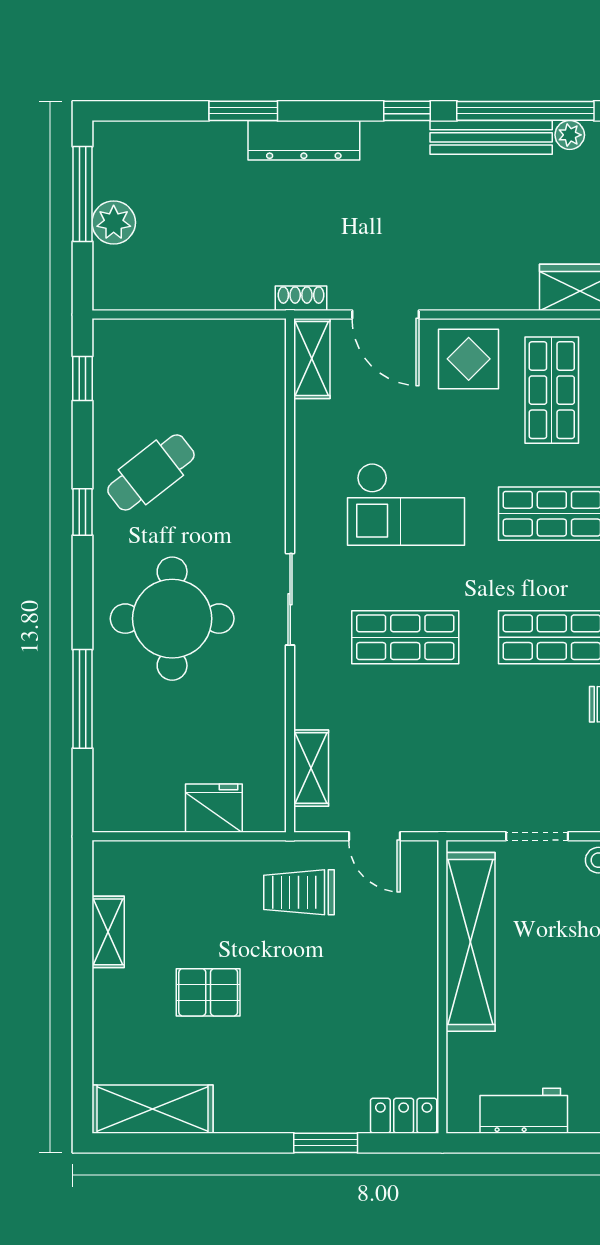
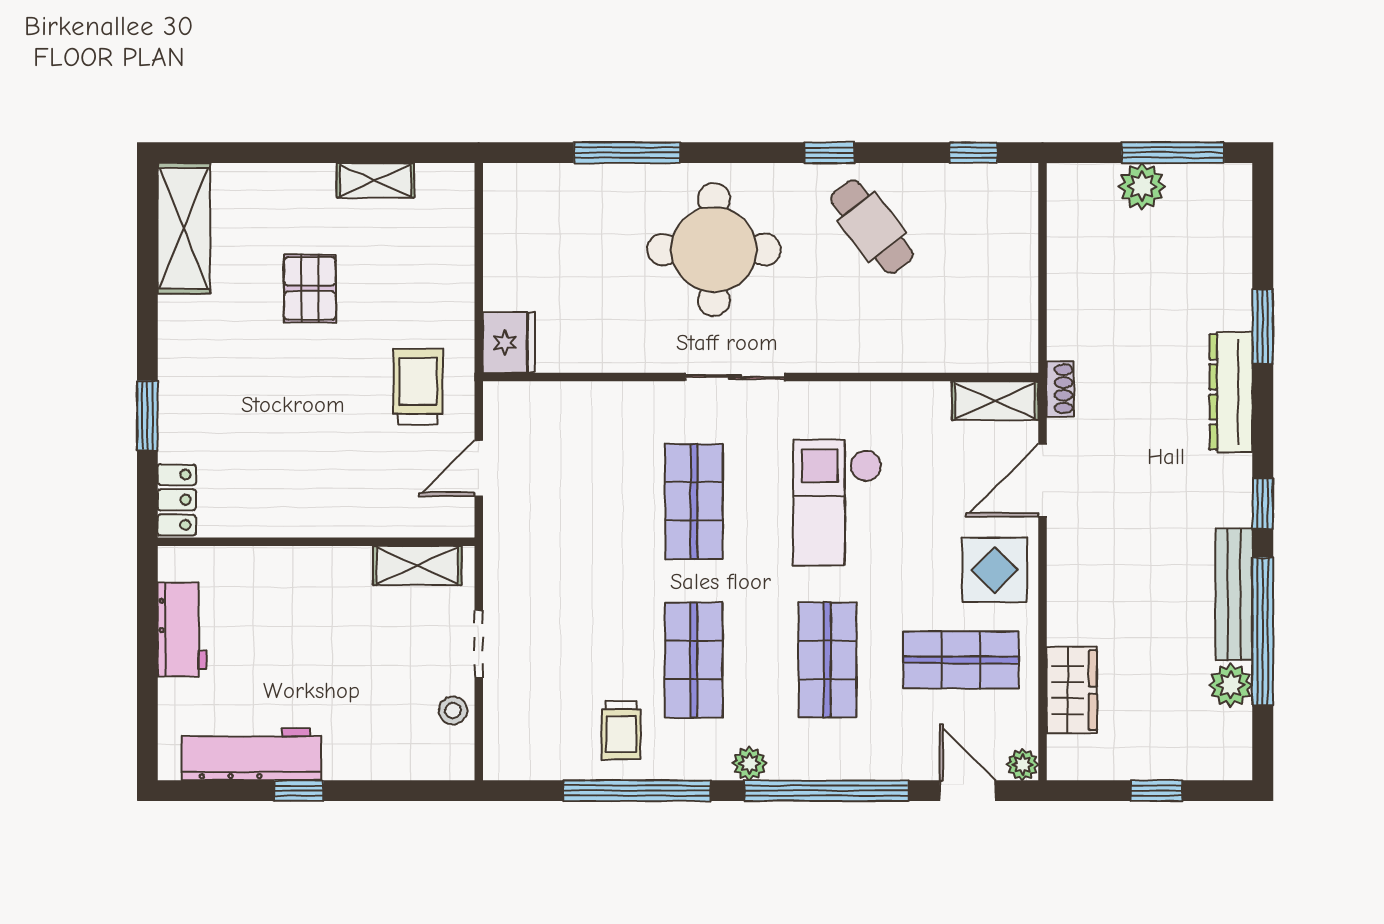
plant: (570, 135) -> (1231, 685), width x1.38, depth x1.38
shelving: (311, 768) -> (552, 400), removed
fridge: (214, 808) -> (509, 342), moved
shelving: (471, 942) -> (417, 566), width x0.45, depth x0.75

